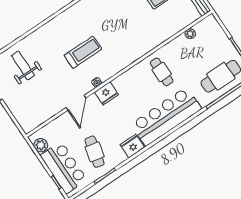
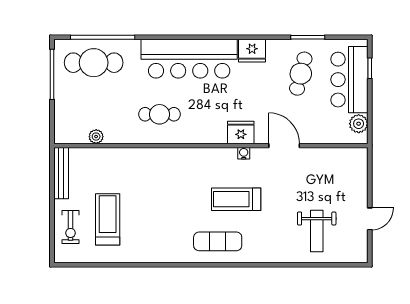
exercise mat: (77, 20) -> (218, 241), added
cafe table: (162, 72) -> (160, 114), turned 90
door: (76, 103) -> (284, 146), hinge flipped

